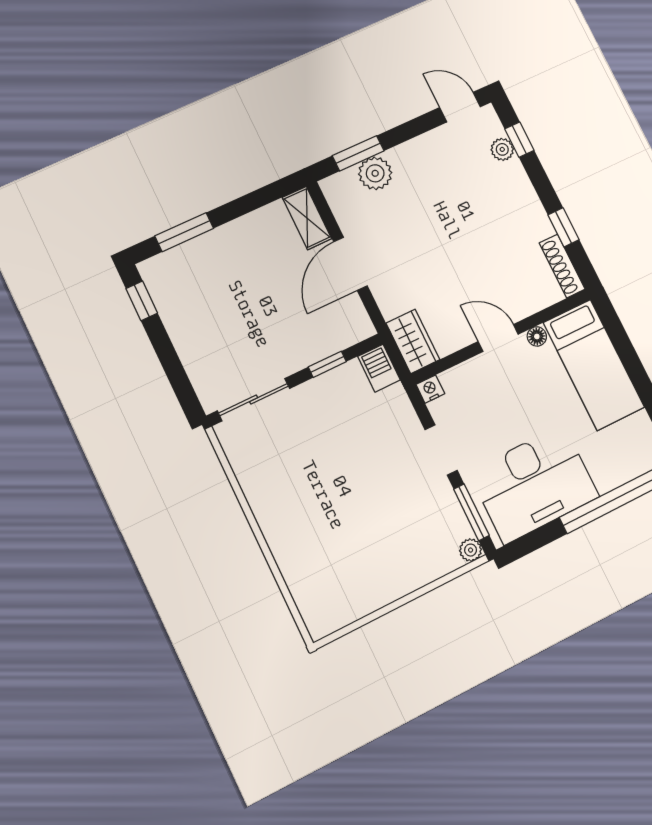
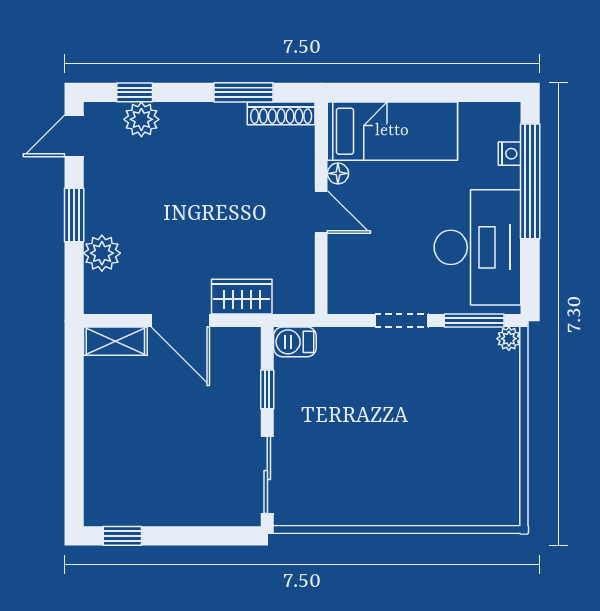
plant: (502, 149) -> (141, 119), width x1.38, depth x1.38
window: (358, 153) -> (74, 215), moved
window: (564, 227) -> (243, 92), width x1.50
window: (184, 232) -> (74, 465), removed
door: (498, 338) -> (321, 212), swing flipped
wardrobe: (413, 341) -> (242, 297), moved
nightstand: (430, 389) -> (510, 154), moved, turned 180

